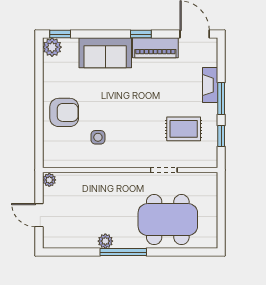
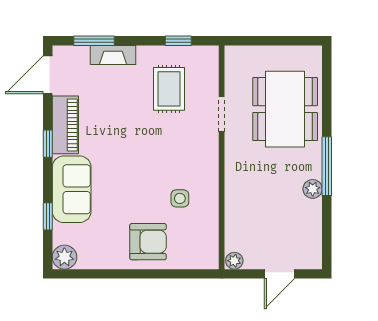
window: (60, 34) -> (48, 216), moved
window: (221, 99) -> (94, 41), moved
armchair: (64, 112) -> (148, 242), turned 90

